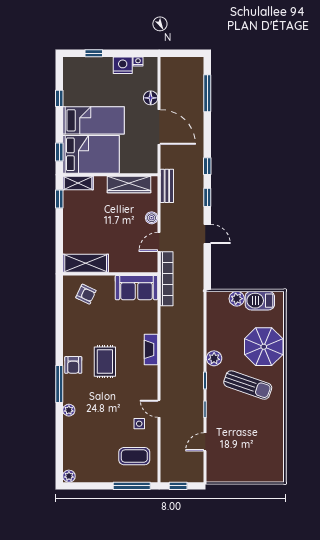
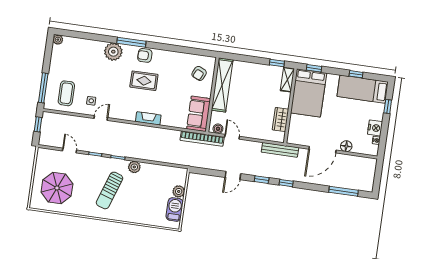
bed: (93, 120) -> (363, 89), moved, turned 90
wardrobe: (129, 185) -> (280, 120), width x0.67
bench: (167, 186) -> (280, 150), width x1.36
boiler: (152, 218) -> (218, 129), moved
shelving: (86, 263) -> (222, 85), width x1.47
parasol: (264, 347) -> (57, 188), moved
plant: (69, 410) -> (113, 52), width x1.88, depth x1.88

